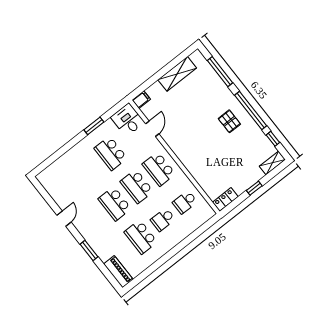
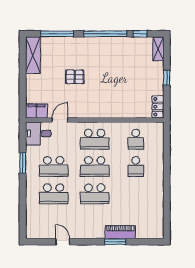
shelving: (177, 74) -> (33, 55), moved
filing cabinet: (141, 100) -> (36, 111), width x2.00
pallet: (229, 121) -> (75, 77), moved
door: (152, 129) -> (60, 120), hinge flipped
door: (64, 219) -> (63, 242), moved
school desk: (141, 237) -> (54, 194), moved
piano: (118, 272) -> (120, 232), moved

